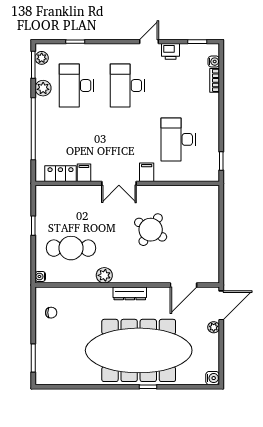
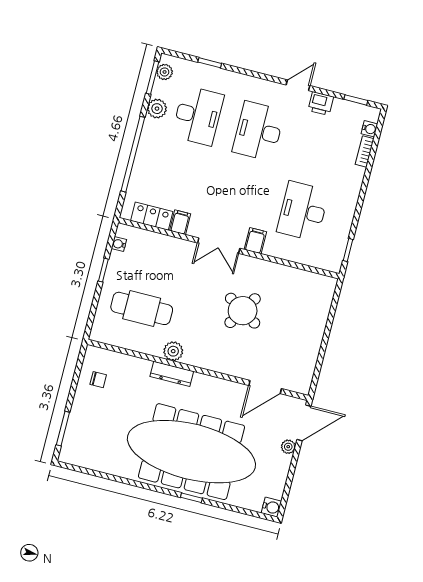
desk: (76, 86) -> (198, 116), turned 180
water cooler: (40, 276) -> (119, 244), moved
dresser: (130, 293) -> (172, 374), moved

